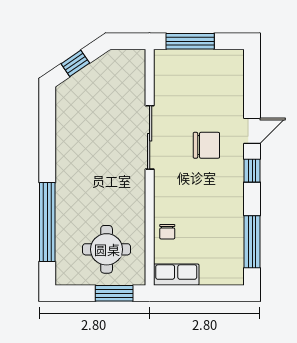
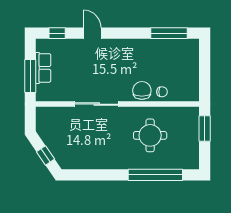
chair: (206, 145) -> (142, 90), moved
window: (252, 171) -> (57, 33), moved
round table: (107, 249) -> (150, 135), moved
row of seats: (176, 275) -> (43, 68), moved, turned 180

